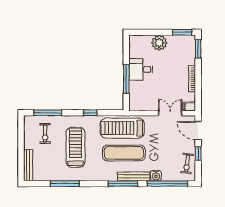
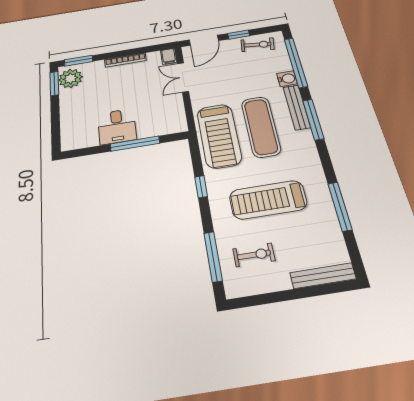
plant: (159, 43) -> (70, 78), moved

